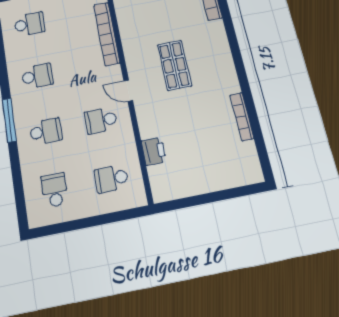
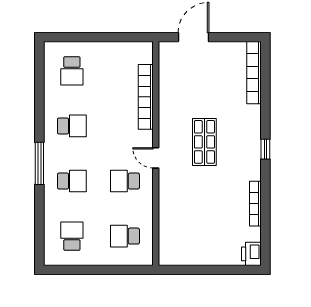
school desk: (29, 24) -> (72, 71), turned 90
window: (238, 60) -> (265, 149), added
printer: (154, 151) -> (251, 254), moved, turned 180

